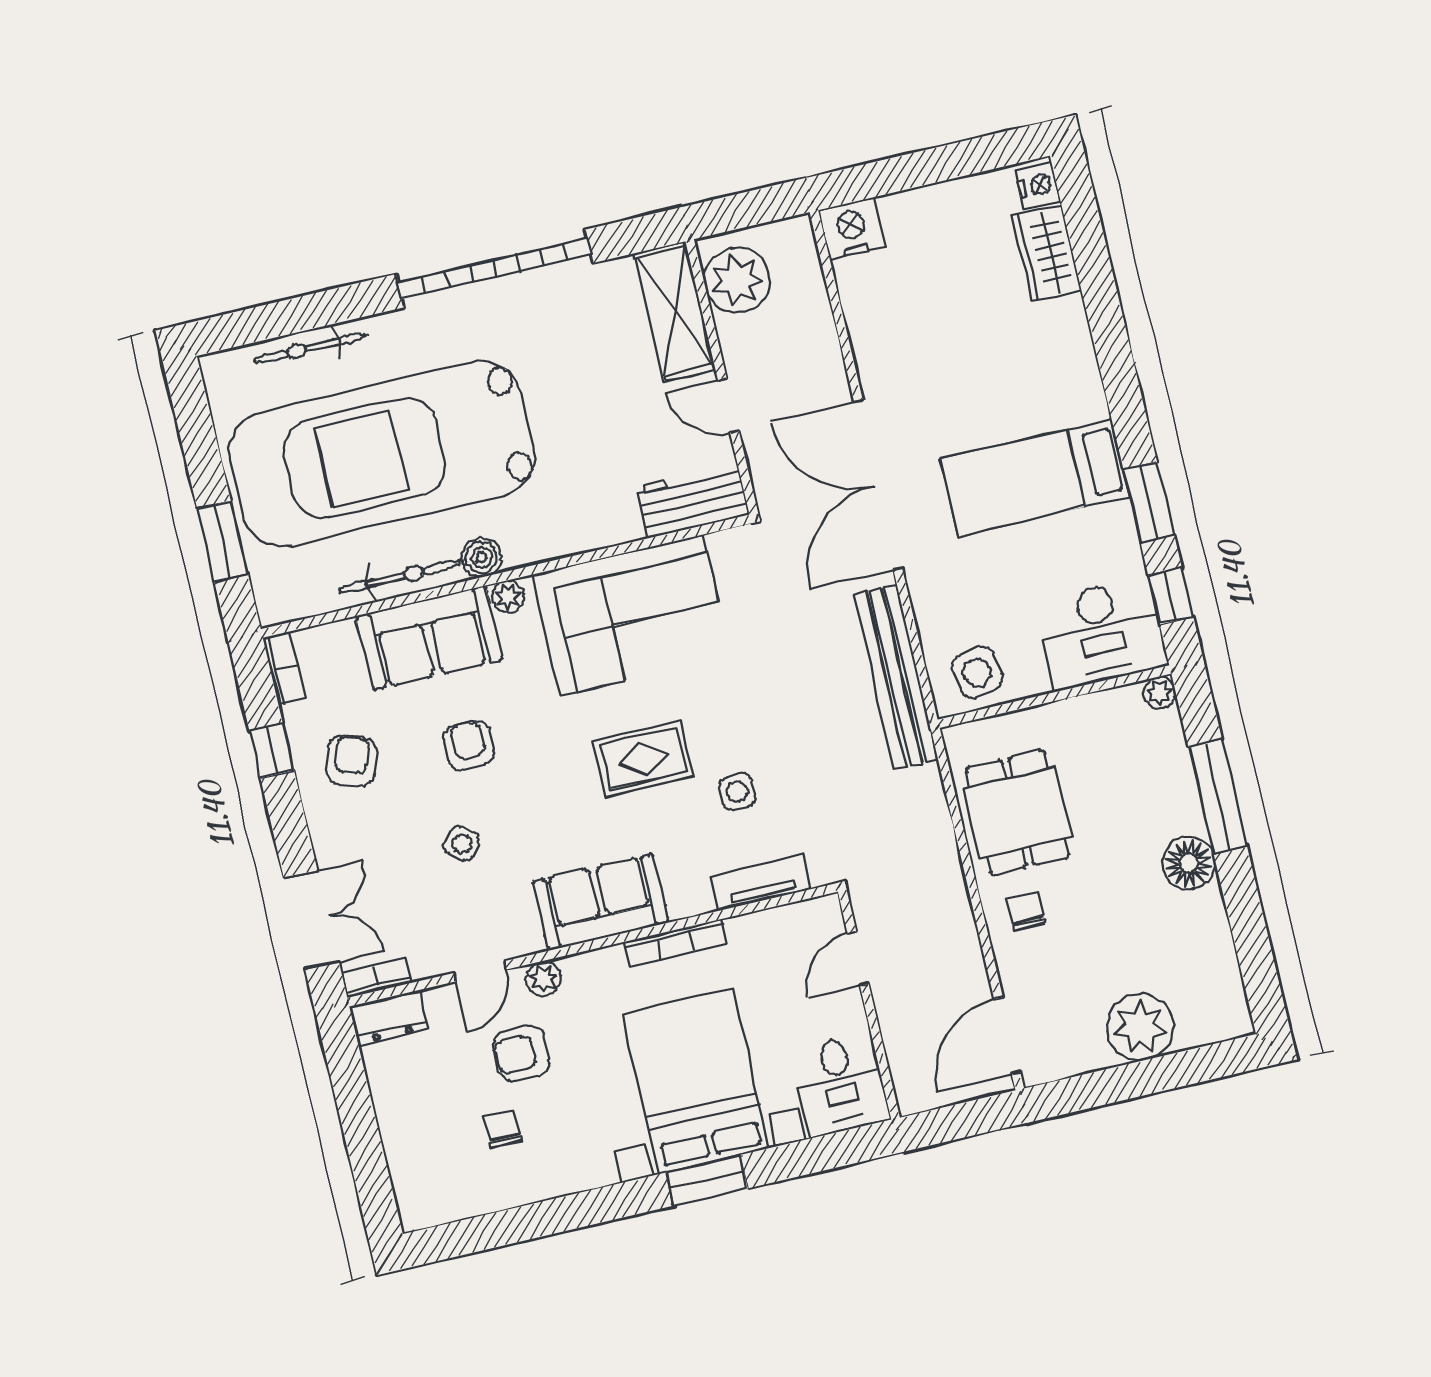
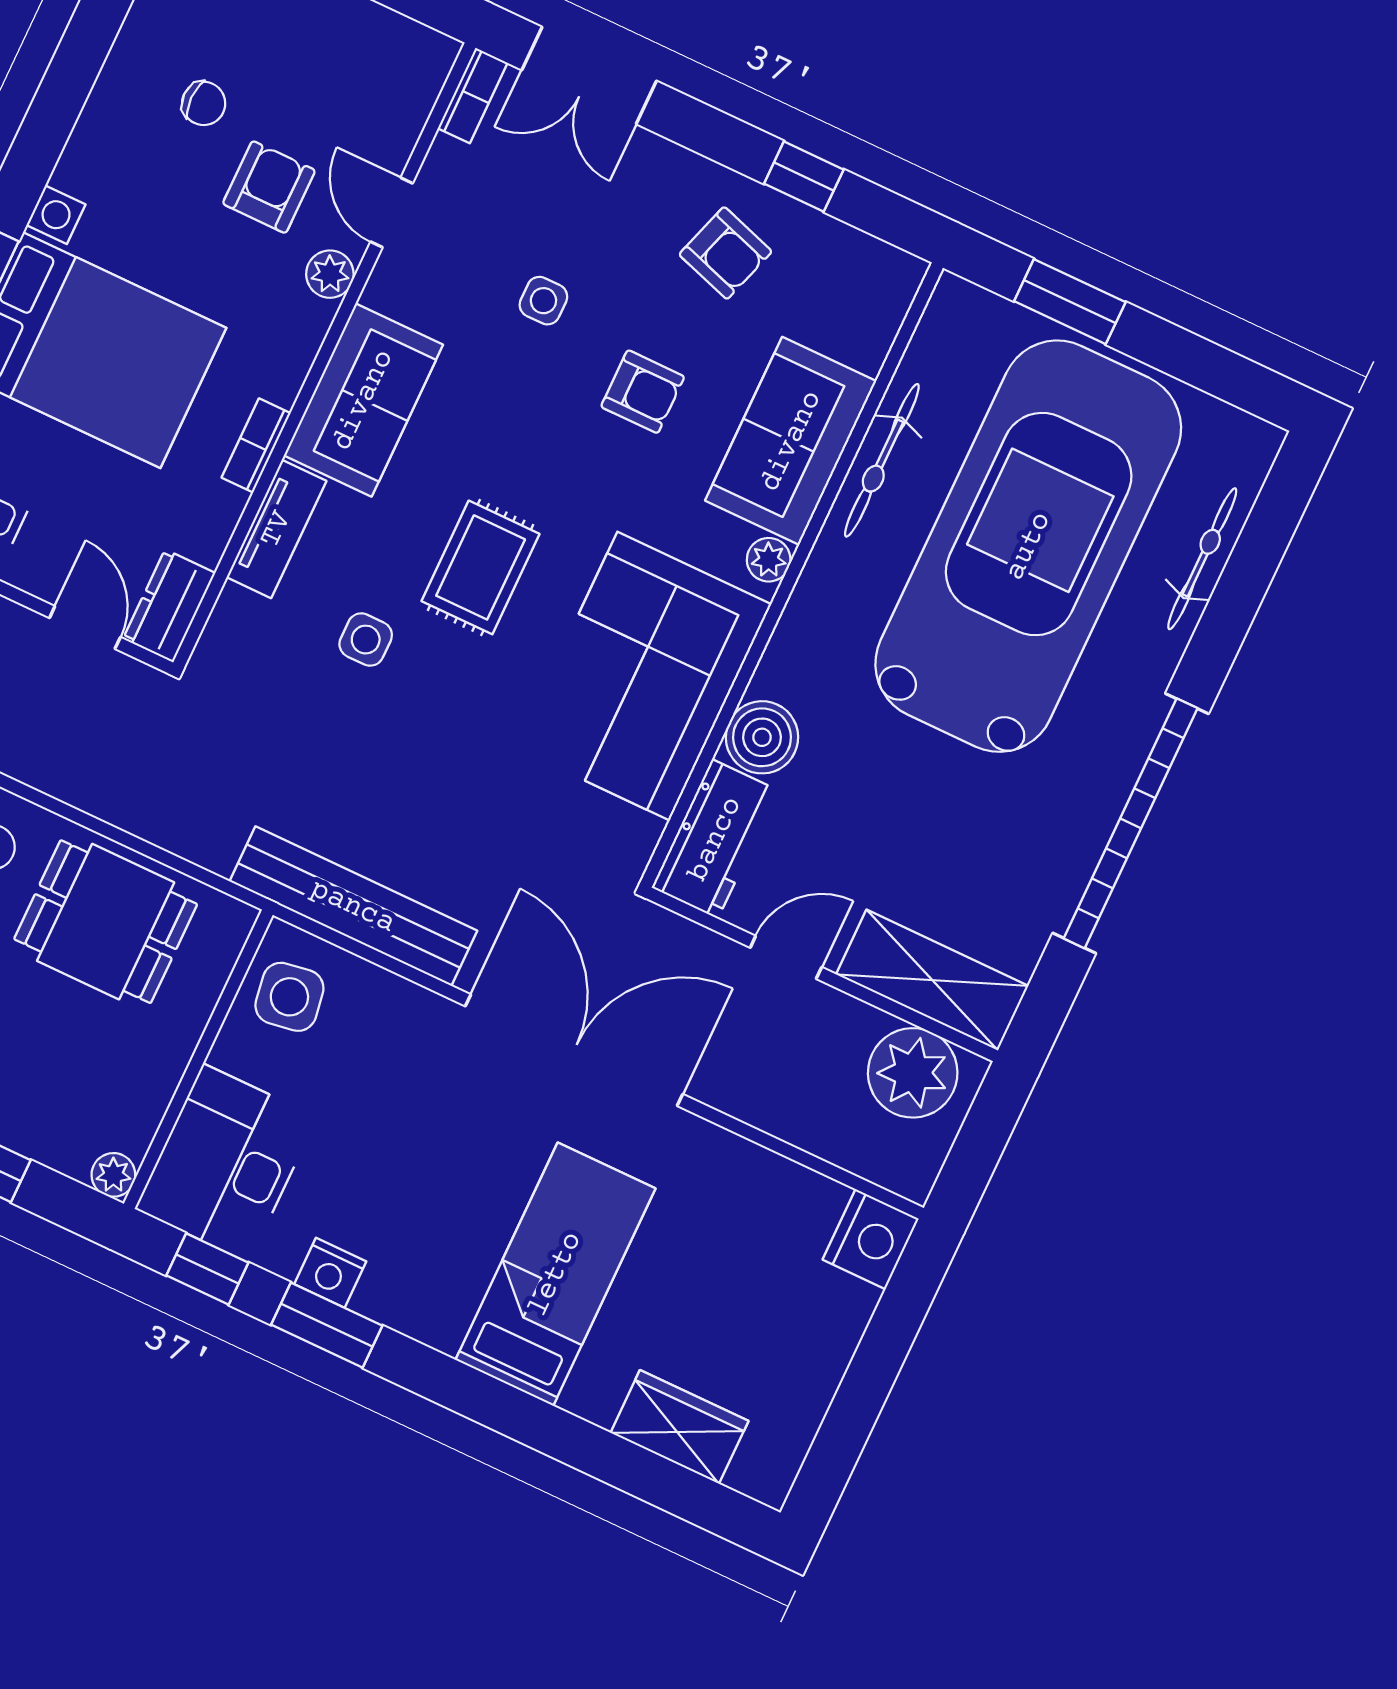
nightstand: (1038, 185) -> (330, 1273), moved
bed: (1035, 478) -> (555, 1274), moved
boiler: (482, 558) -> (762, 737), moved, width x1.36, depth x1.36
bookcase: (284, 668) -> (881, 260), removed
side table: (462, 844) -> (543, 301), turned -38
tv unit: (761, 882) -> (276, 529), moved
bookcase: (676, 943) -> (256, 445), width x0.64
dresser: (389, 1018) -> (169, 606), moved

